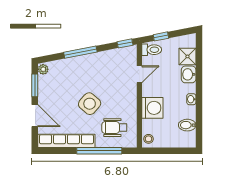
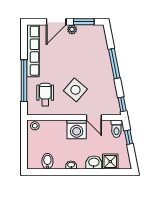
plant: (43, 69) -> (72, 29), moved
side table: (90, 104) -> (75, 90), moved
washing machine: (152, 108) -> (77, 129), moved

